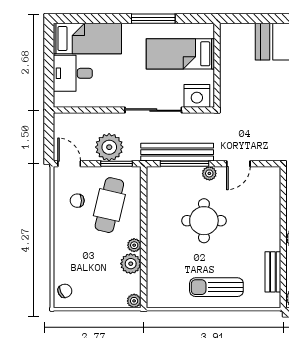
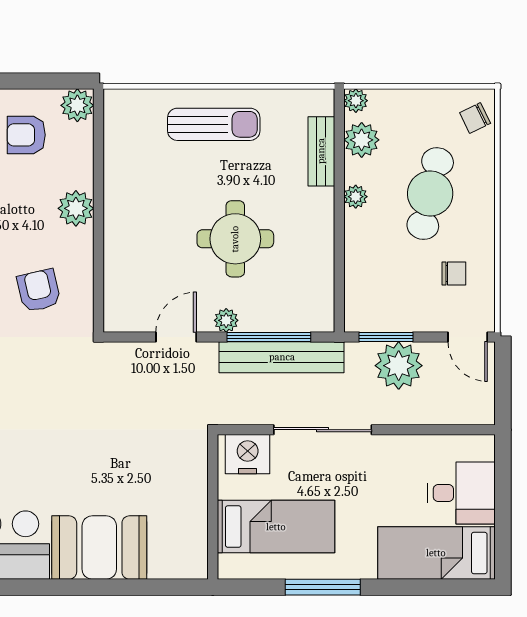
cafe table: (109, 205) -> (430, 194), moved
plant: (131, 264) -> (362, 140), moved
bench: (273, 272) -> (321, 151), moved

